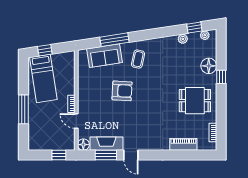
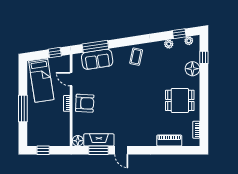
window: (114, 40) -> (95, 46), moved
window: (45, 50) -> (55, 53), moved
coffee table: (138, 59) -> (136, 57), moved
window: (221, 77) -> (204, 57), moved
armchair: (122, 91) -> (85, 103), moved
door: (76, 121) -> (71, 79), moved
window: (59, 155) -> (43, 150), moved

